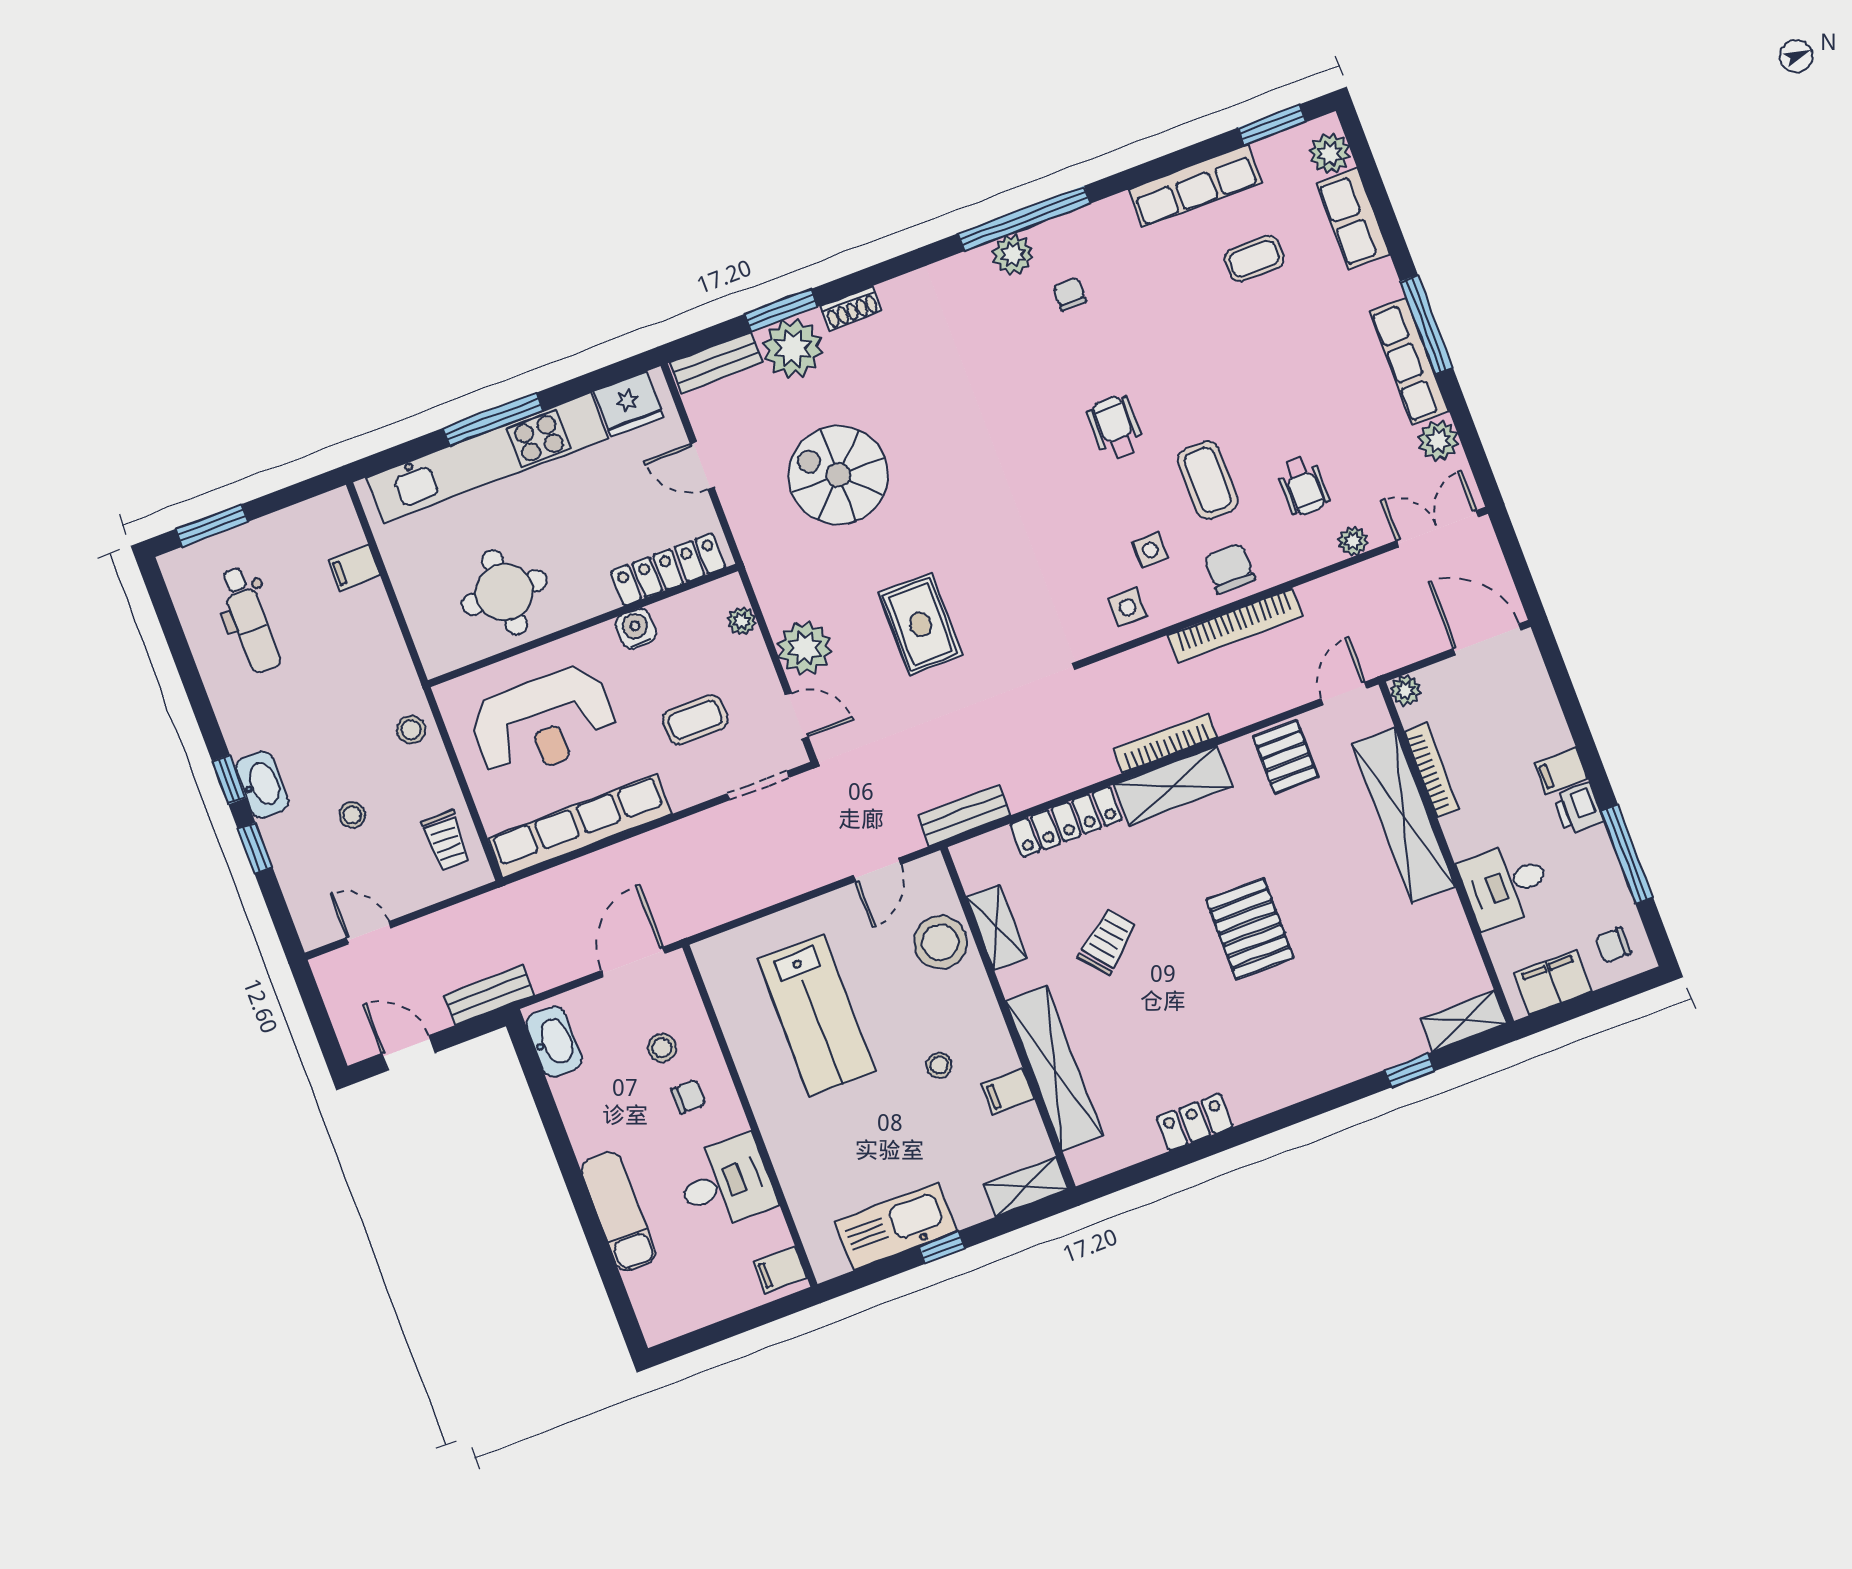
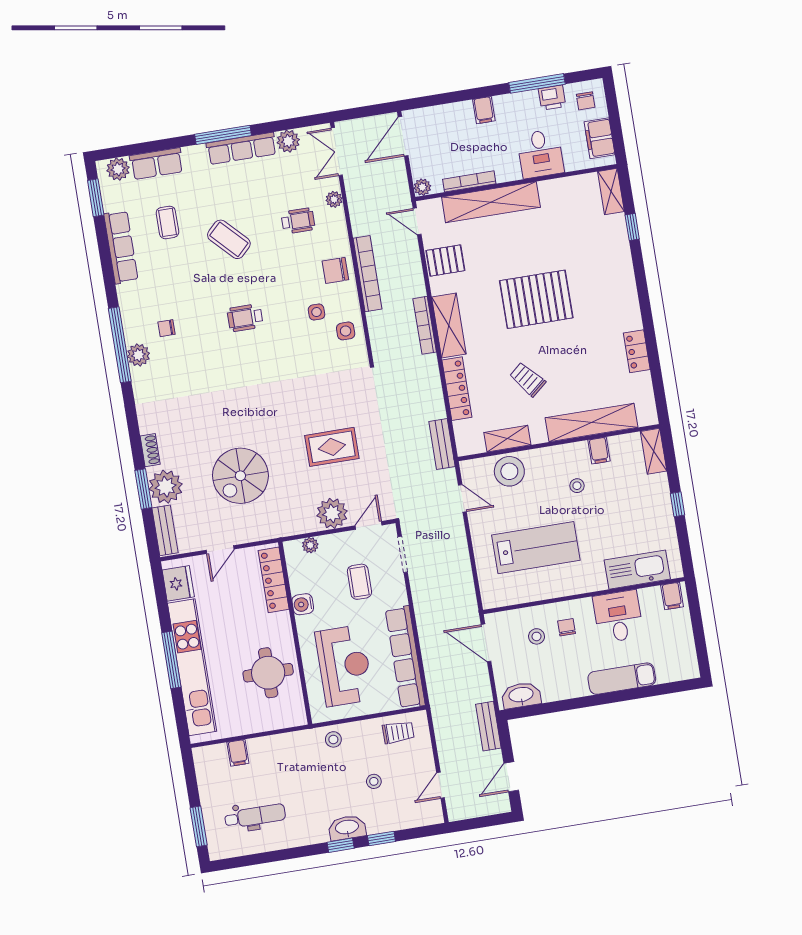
coffee table: (1208, 480) -> (229, 239), moved, turned 46
printer: (1578, 809) -> (552, 98), moved
pallet: (1250, 929) -> (536, 299), width x1.37, depth x1.41
kitchen sink: (896, 1226) -> (637, 570), moved, turned 90

